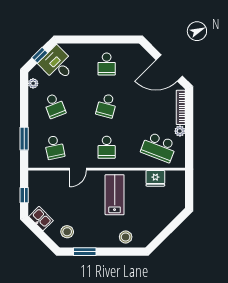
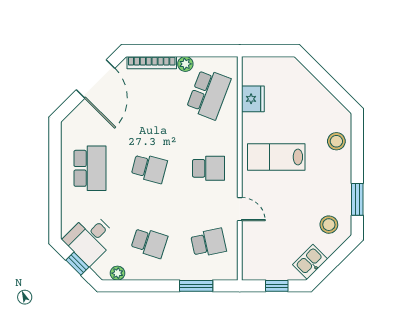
school desk: (107, 64) -> (90, 168), width x1.85
school desk: (54, 106) -> (149, 243), turned 39

